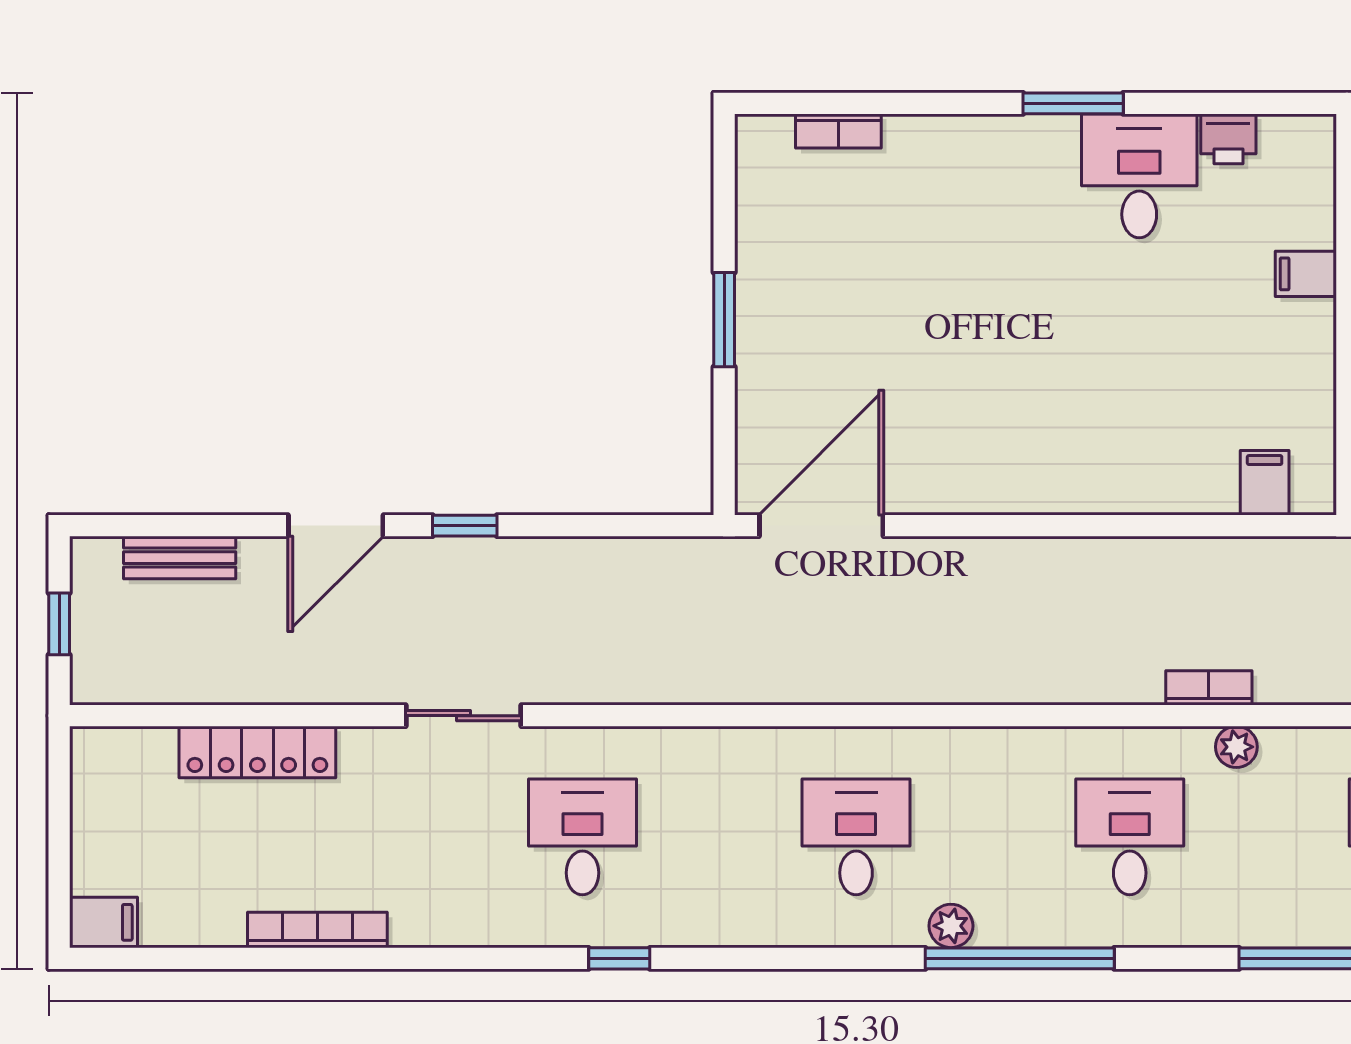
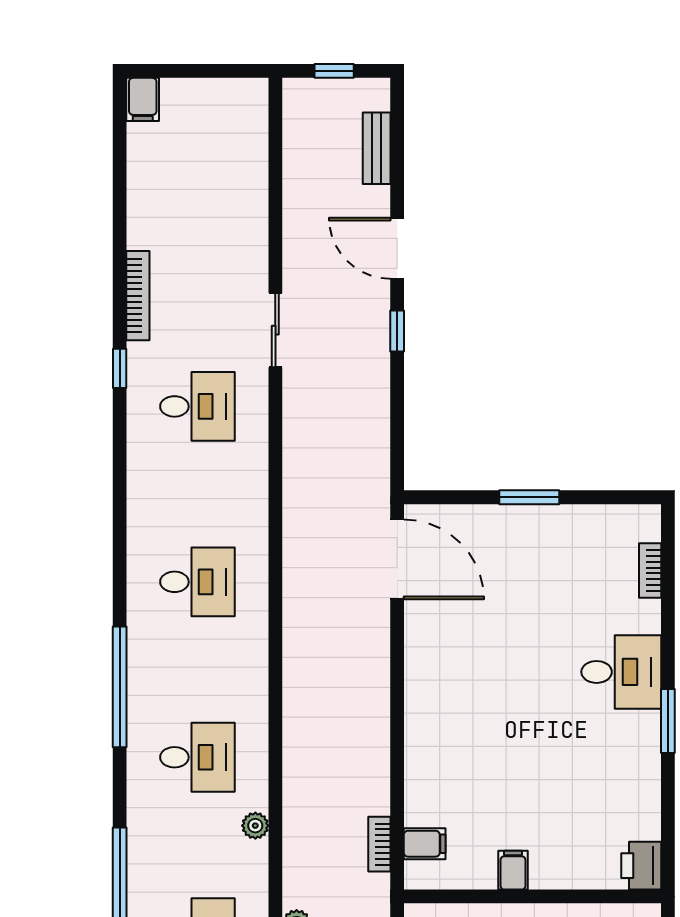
printer: (1228, 139) -> (641, 866), moved, width x1.36, depth x1.24
desk: (1139, 176) -> (621, 672), moved
filing cabinet: (1306, 274) -> (513, 870), moved
bookcase: (1209, 688) -> (379, 844), moved, turned 180
locker: (257, 752) -> (252, 198), removed
plant: (951, 926) -> (140, 643), removed
bookcase: (317, 930) -> (138, 296), moved
window: (619, 958) -> (120, 368), moved

